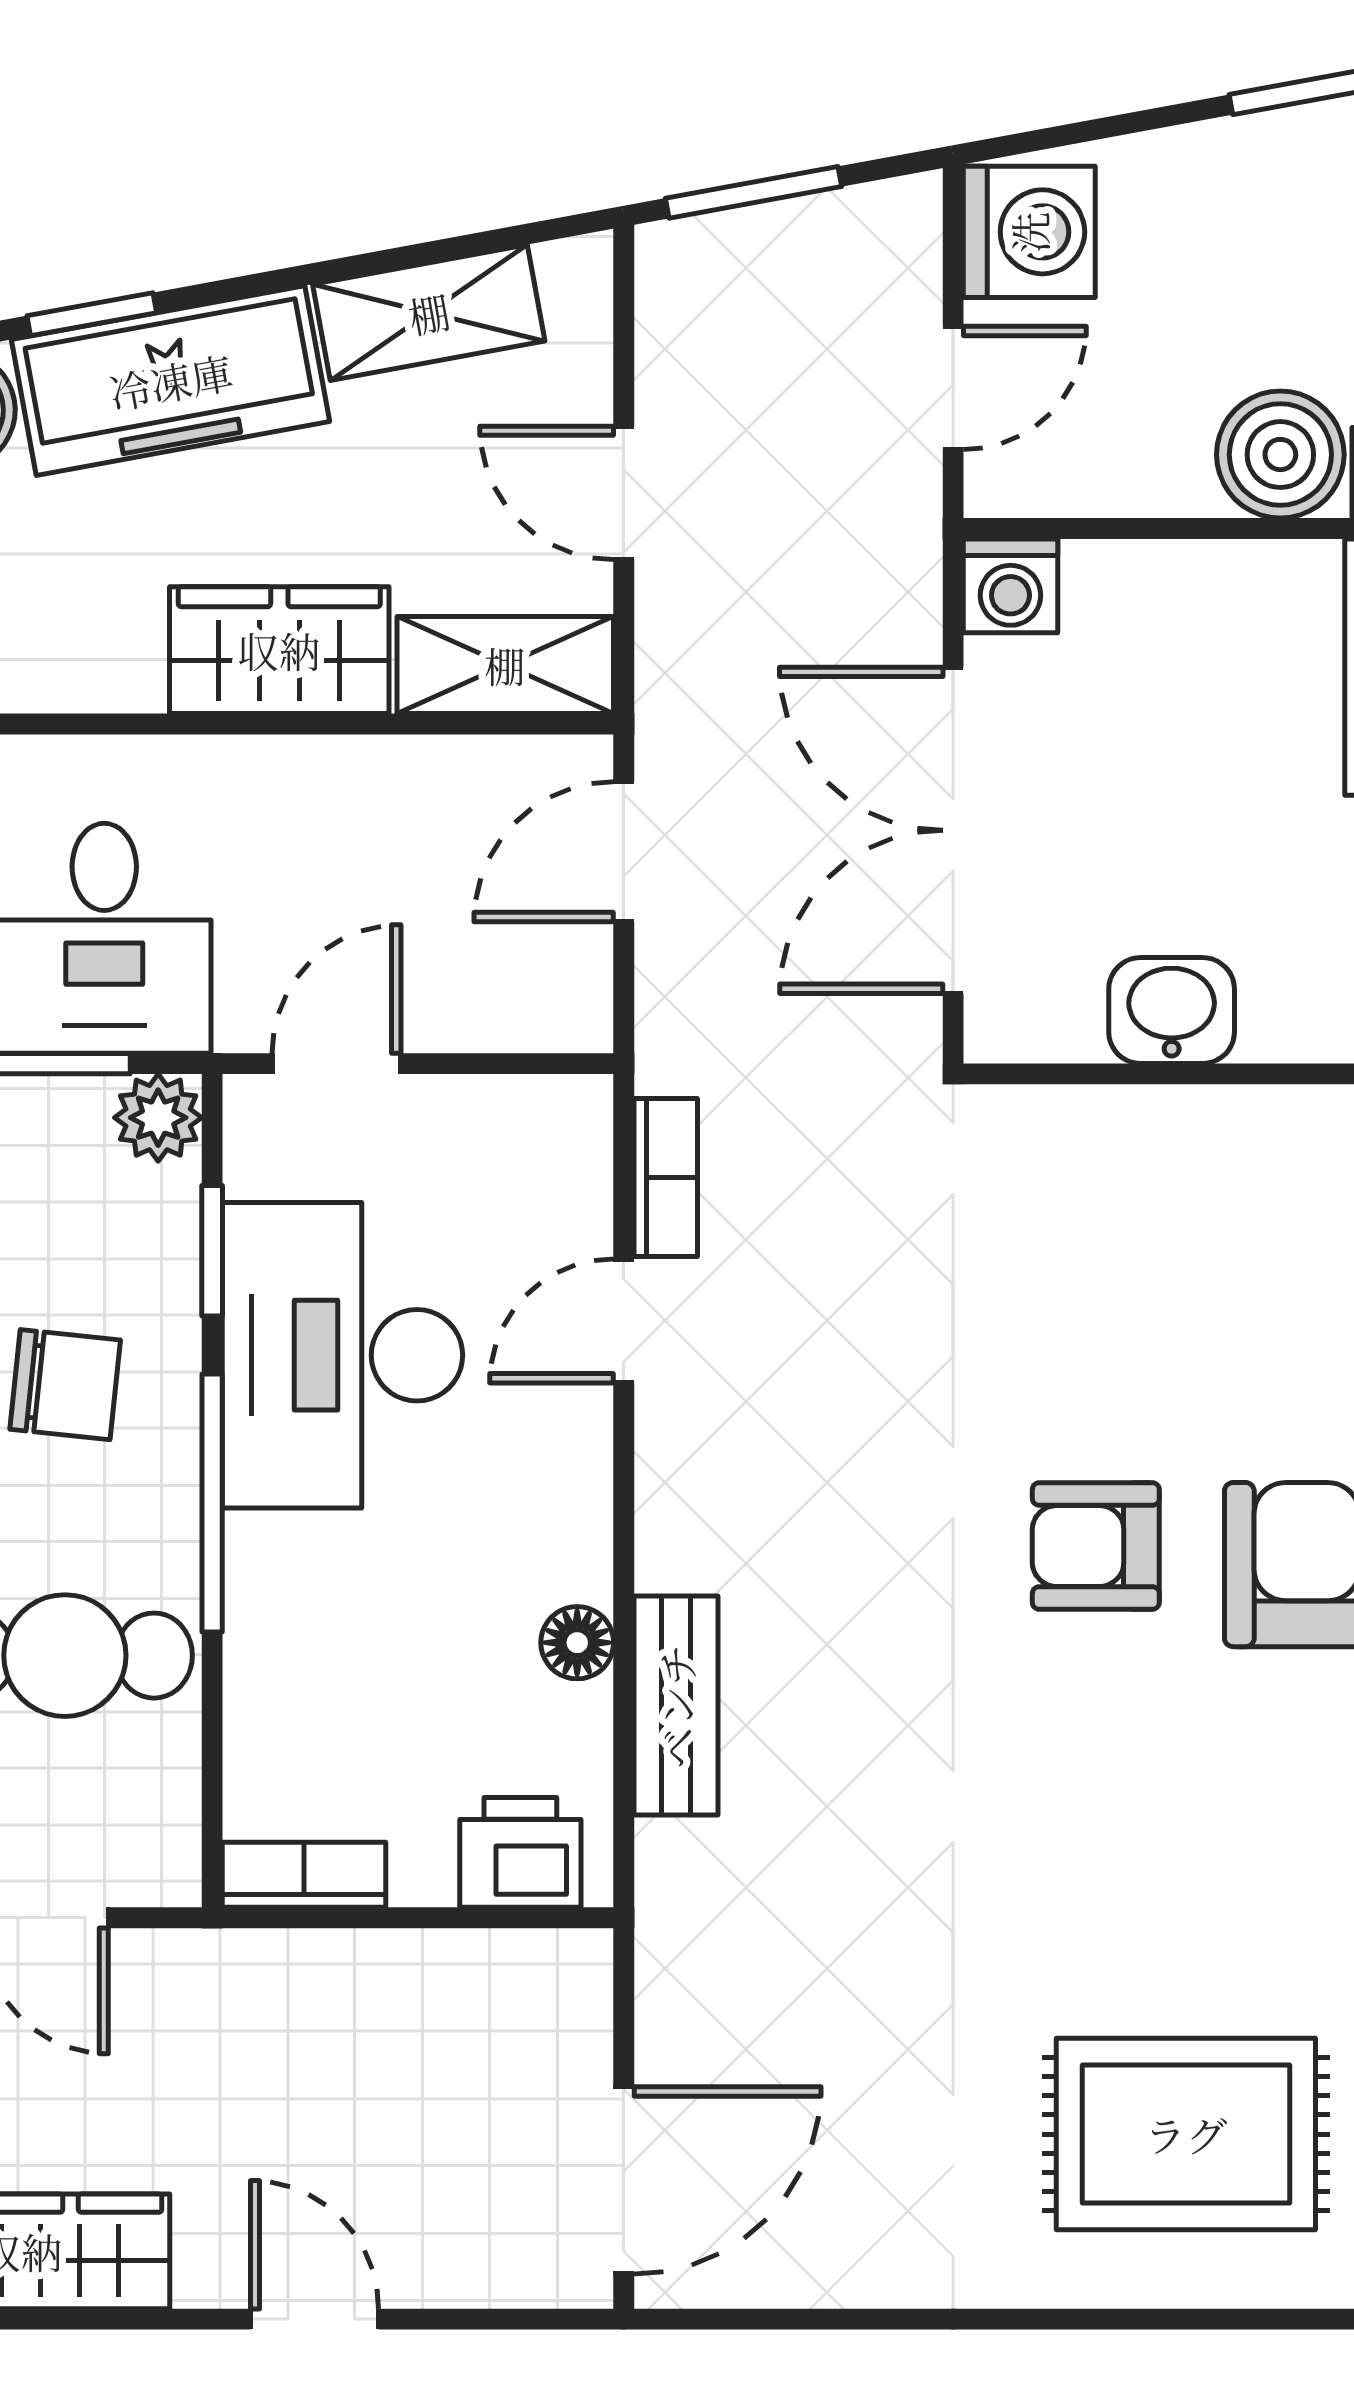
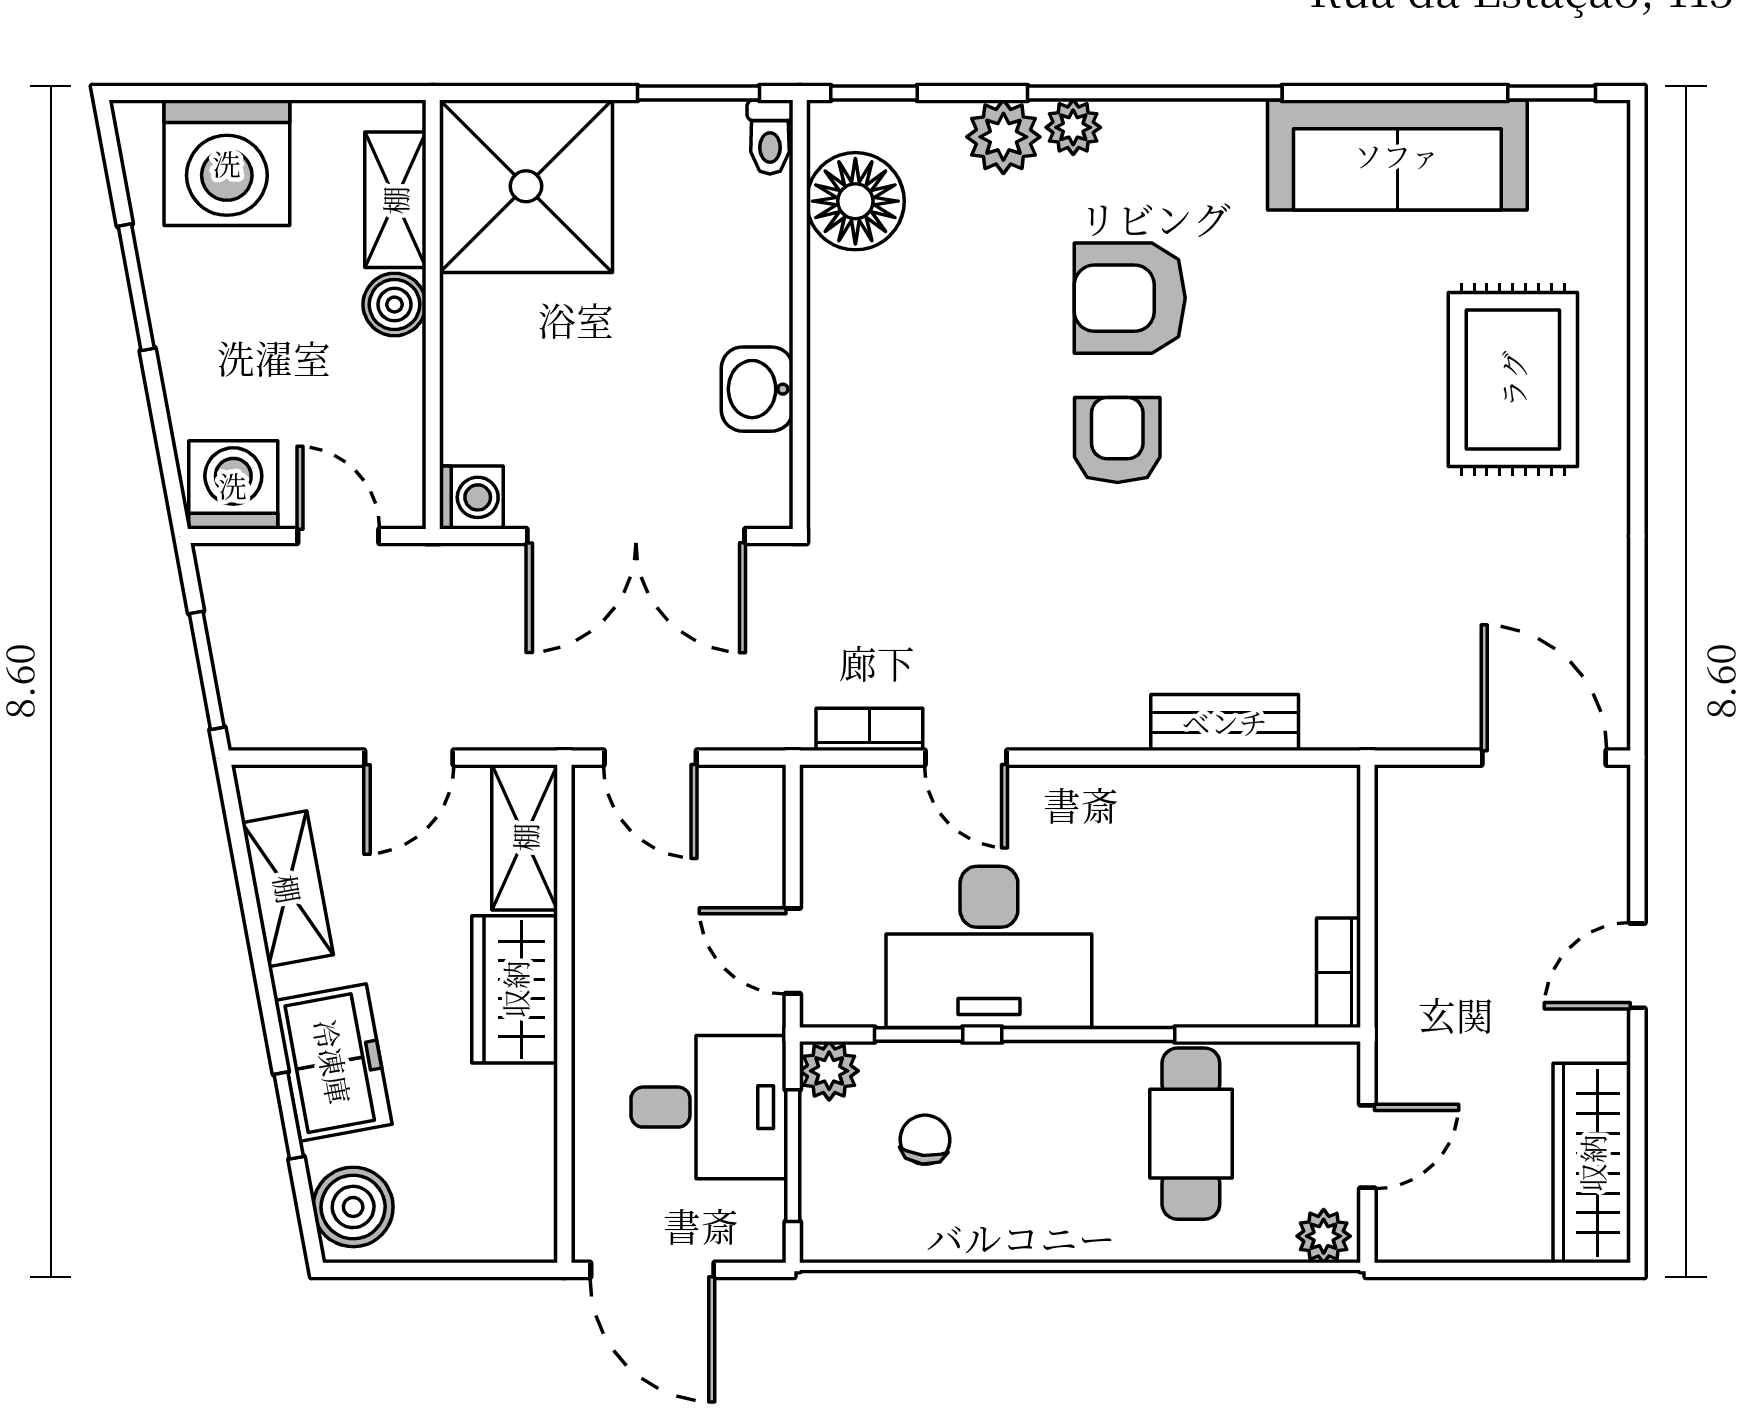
freezer: (171, 381) -> (333, 1062), width x0.71
boiler: (1280, 455) -> (394, 305), width x0.73, depth x0.73
chair: (65, 1385) -> (925, 1140), moved, width x0.73, depth x0.73
armchair: (1096, 1546) -> (1117, 440), turned 180
floor lamp: (577, 1643) -> (1182, 789), removed
printer: (520, 1852) -> (1323, 827), removed

